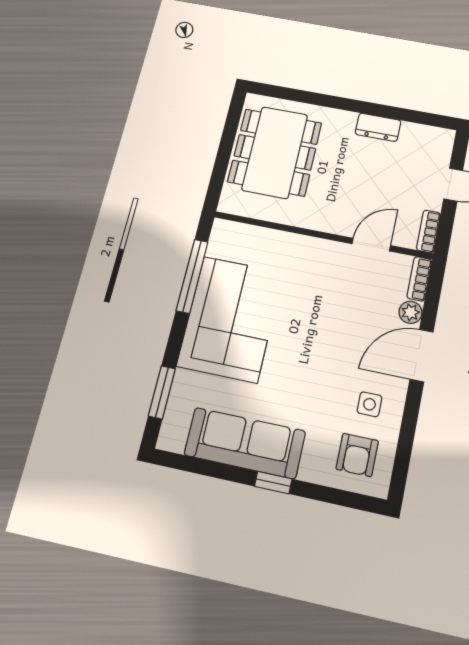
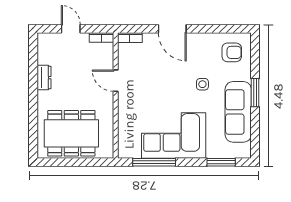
door: (371, 245) -> (116, 81), moved
plant: (410, 312) -> (150, 39), removed
side table: (369, 404) -> (202, 84), moved
window: (273, 483) -> (255, 93), width x1.50

